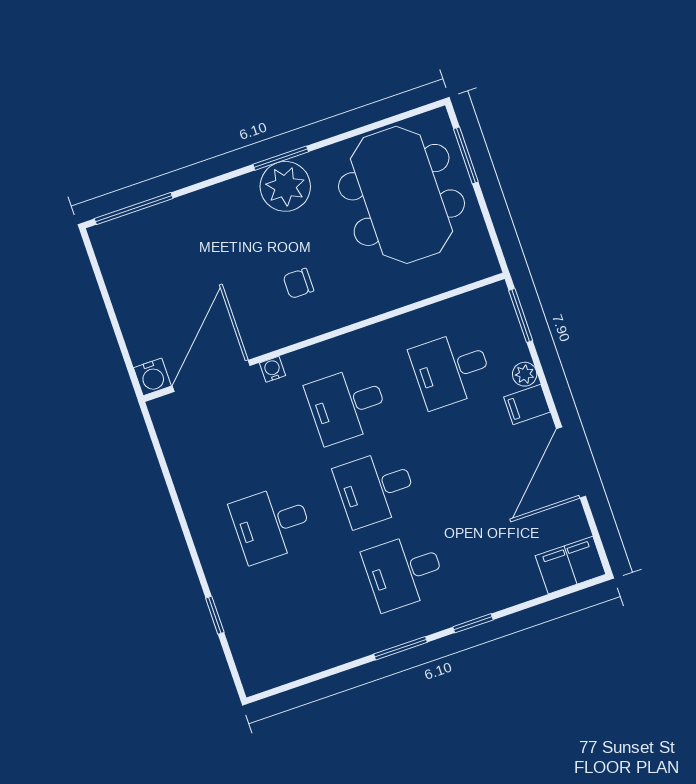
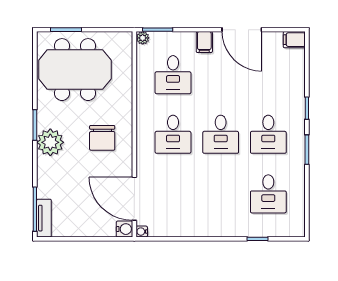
plant: (285, 186) -> (50, 142), moved
tv unit: (123, 230) -> (44, 218), added
chair: (298, 283) -> (102, 138), width x1.87, depth x1.87
water cooler: (273, 369) -> (142, 232), moved
plant: (525, 374) -> (143, 38), moved
desk: (271, 524) -> (268, 194), moved
filing cabinet: (571, 565) -> (294, 40), width x0.50

